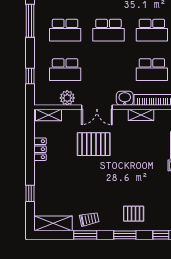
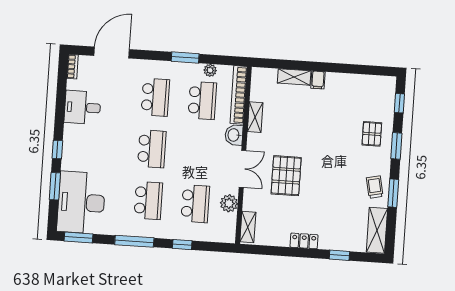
window: (30, 76) -> (182, 245), moved
locker: (40, 149) -> (304, 241), moved

